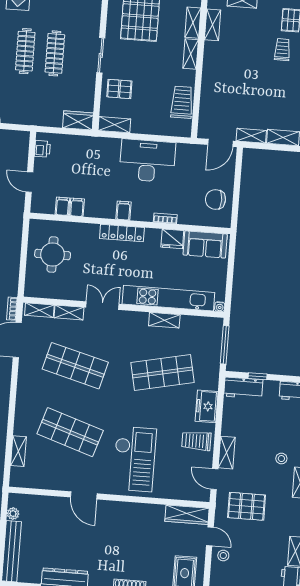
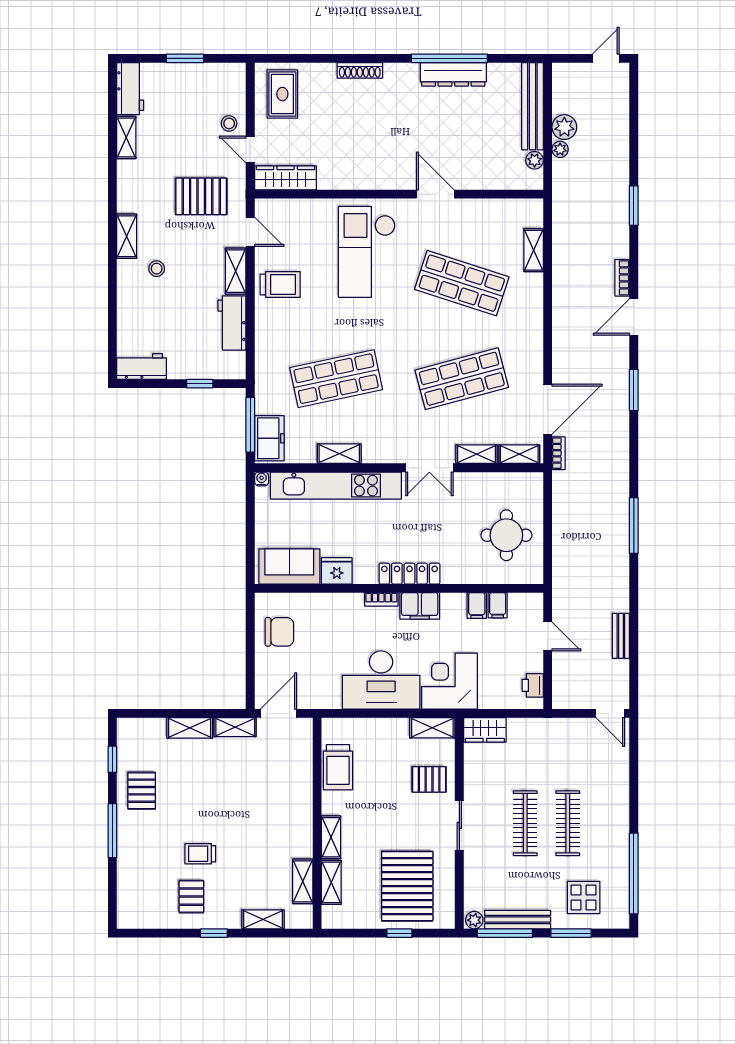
trolley: (282, 50) -> (200, 854), turned 90
corner desk: (100, 156) -> (449, 681), added
filing cabinet: (124, 211) -> (420, 606), width x2.00
bookcase: (165, 218) -> (381, 599), moved
shop shelf: (75, 366) -> (462, 379), turned -30
workbench: (243, 388) -> (232, 323), moved, turned -90
freezer: (207, 406) -> (269, 438), moved

